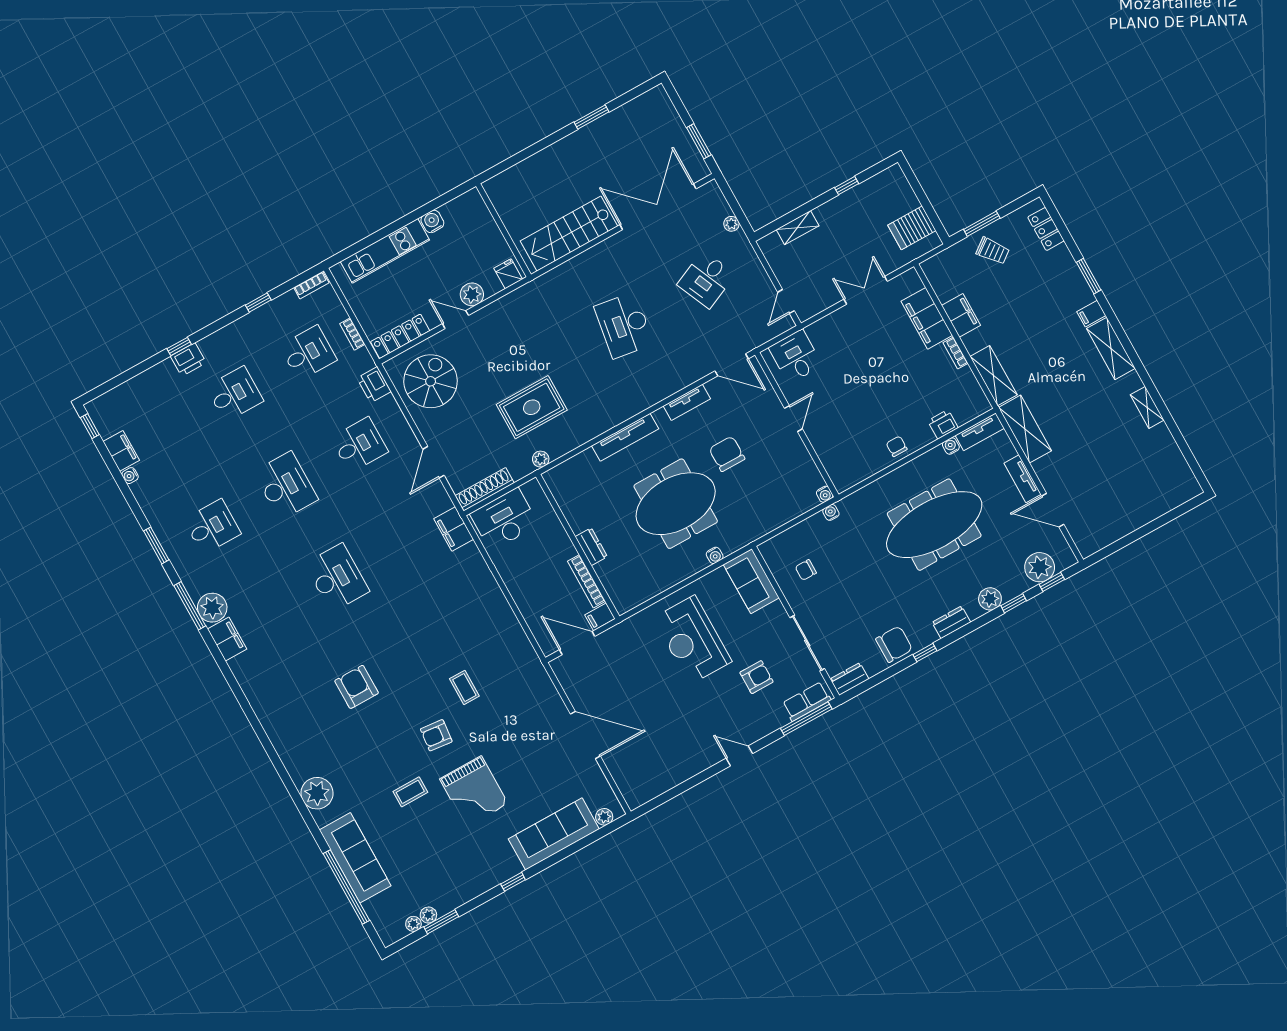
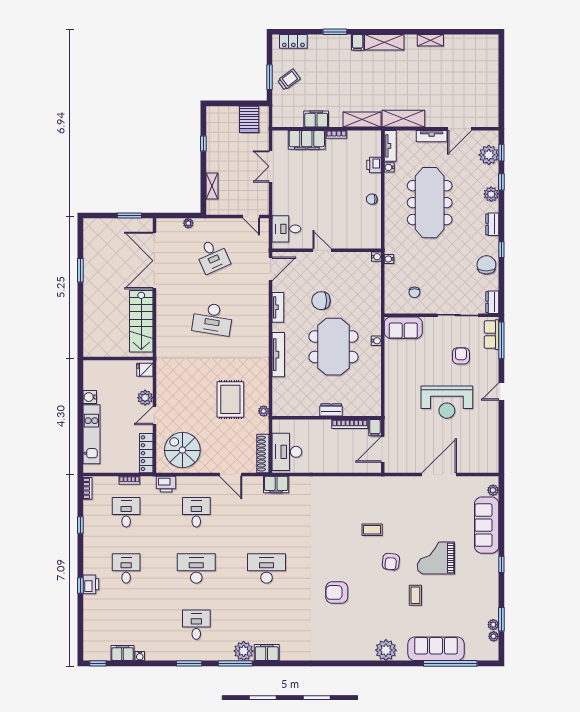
reception desk: (692, 640) -> (447, 402), moved
grand piano: (474, 791) -> (436, 558), turned 180

